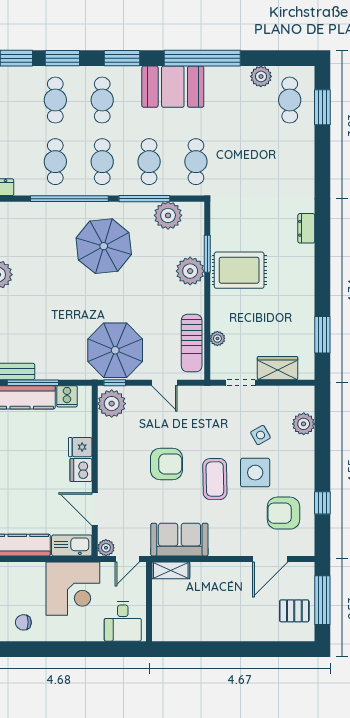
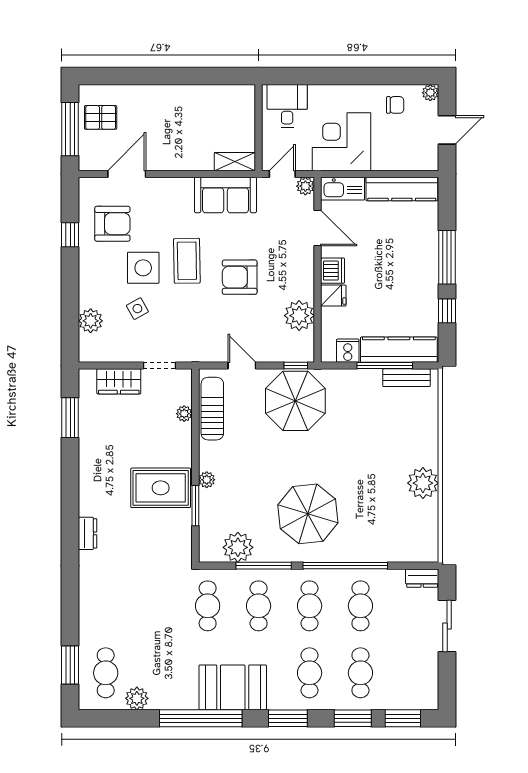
plant: (190, 271) -> (207, 480), width x0.53, depth x0.53
plant: (112, 404) -> (299, 316), moved

